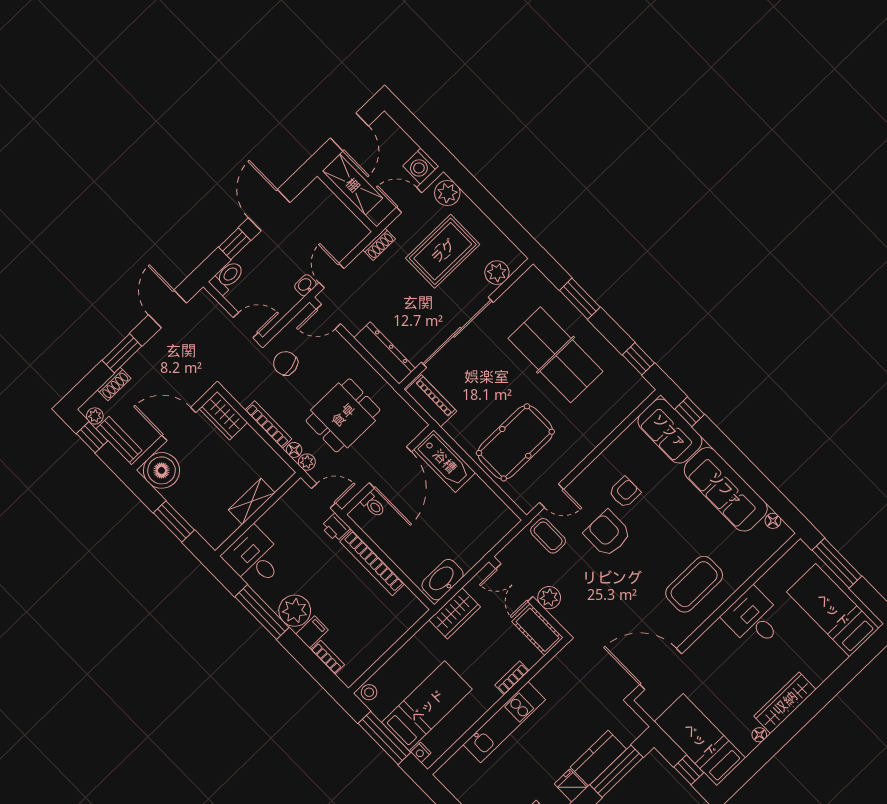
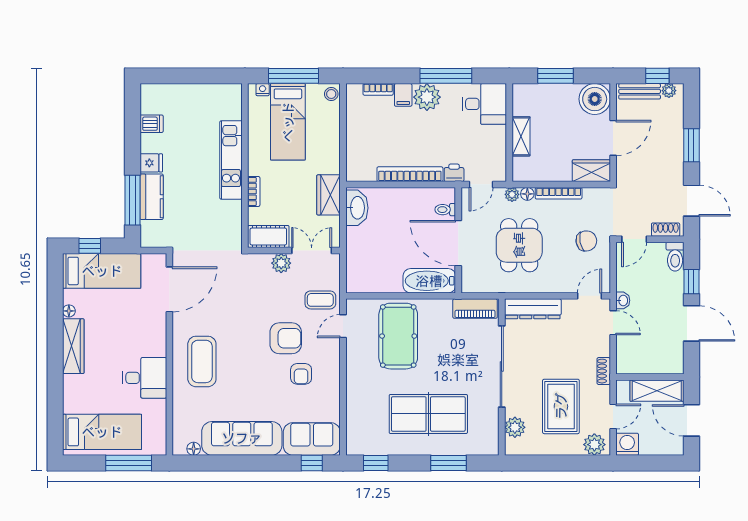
shoe rack: (114, 384) -> (666, 230), moved, turned 90

